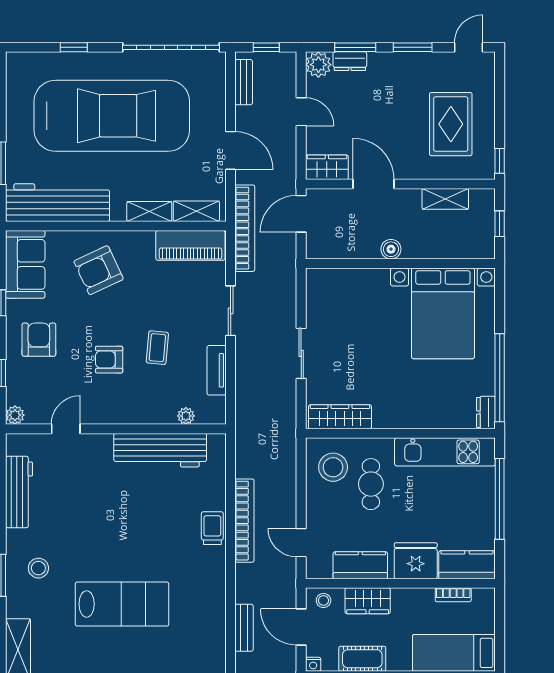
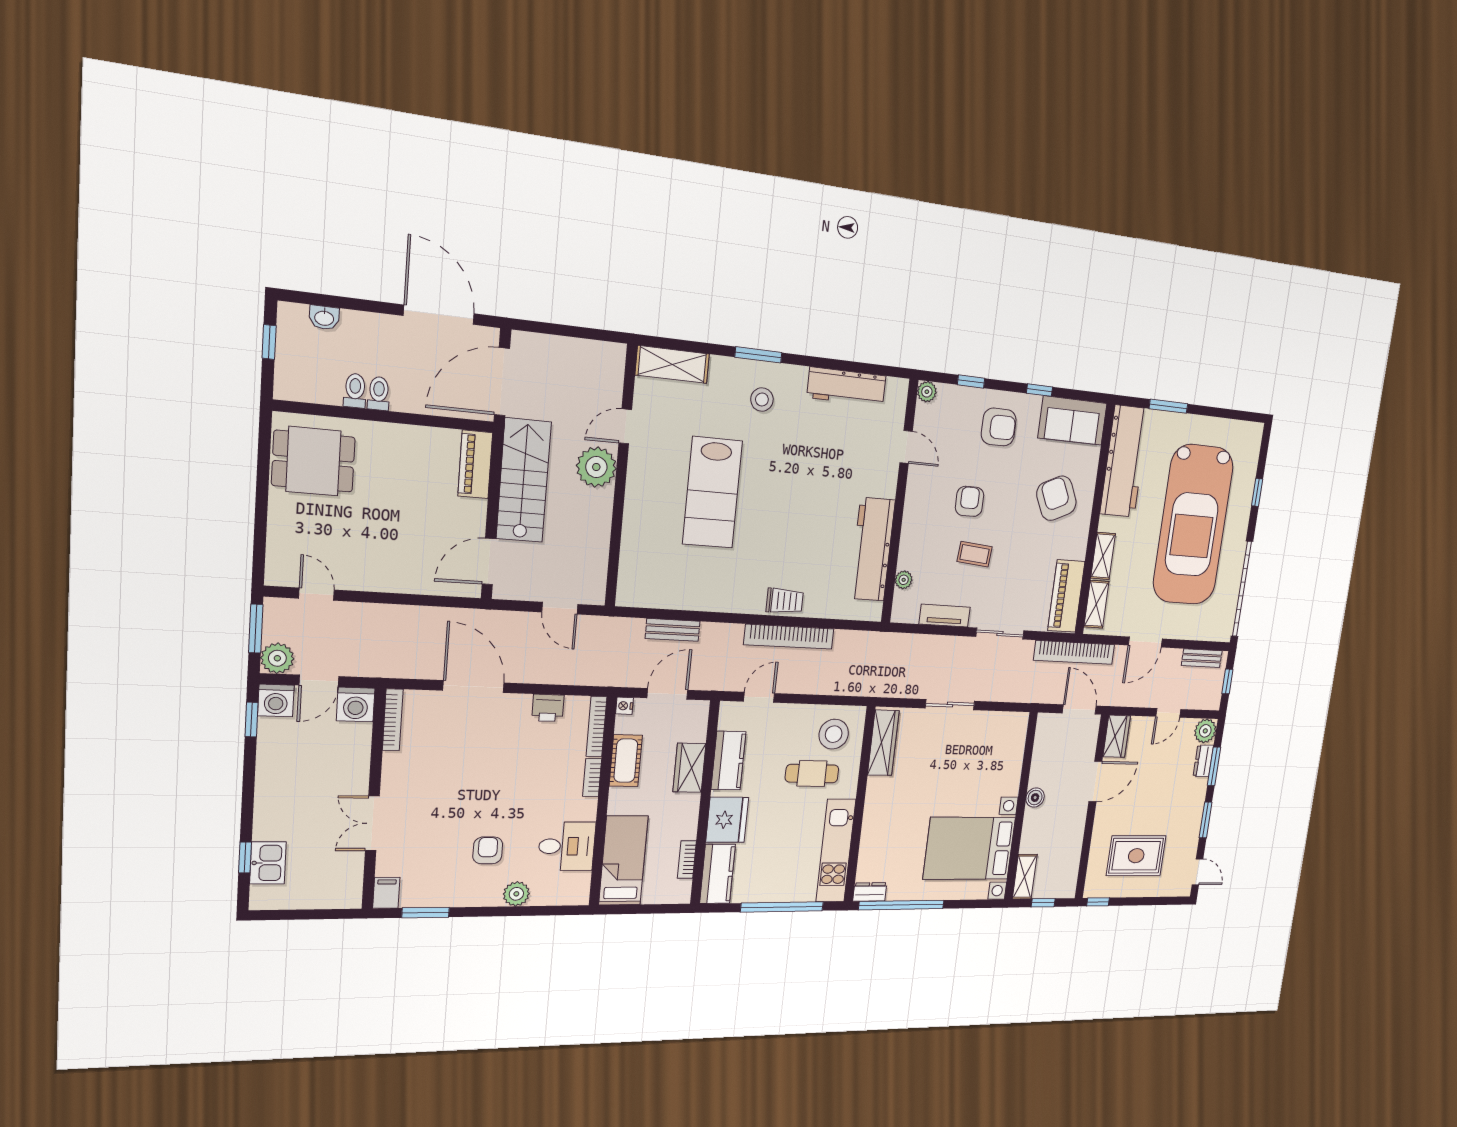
shelving: (445, 199) -> (1025, 877), moved
stool: (324, 600) -> (694, 720), removed

